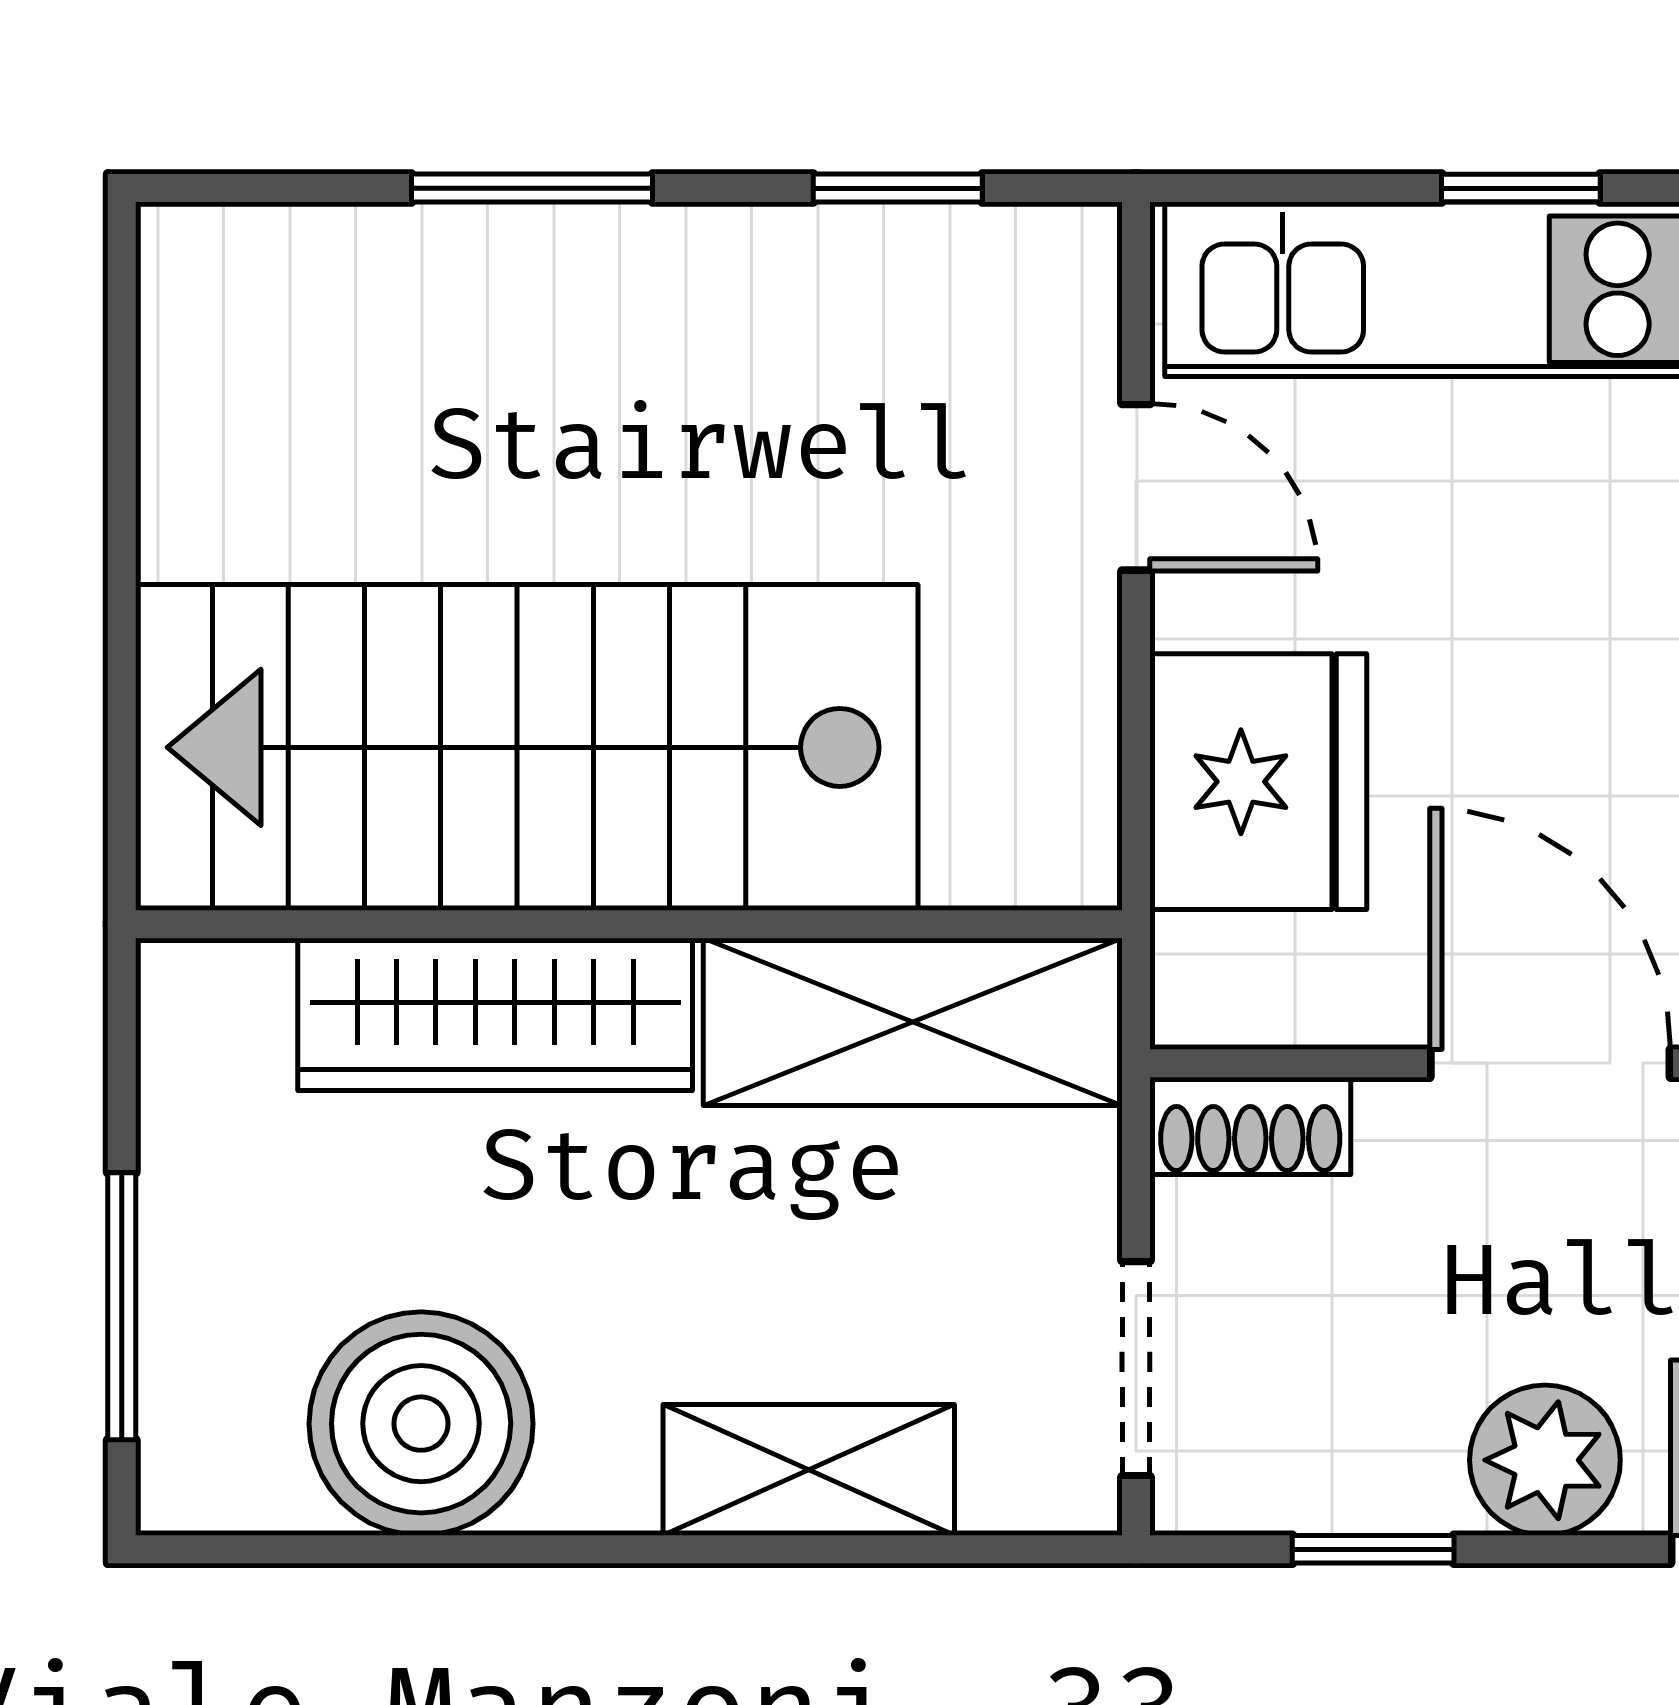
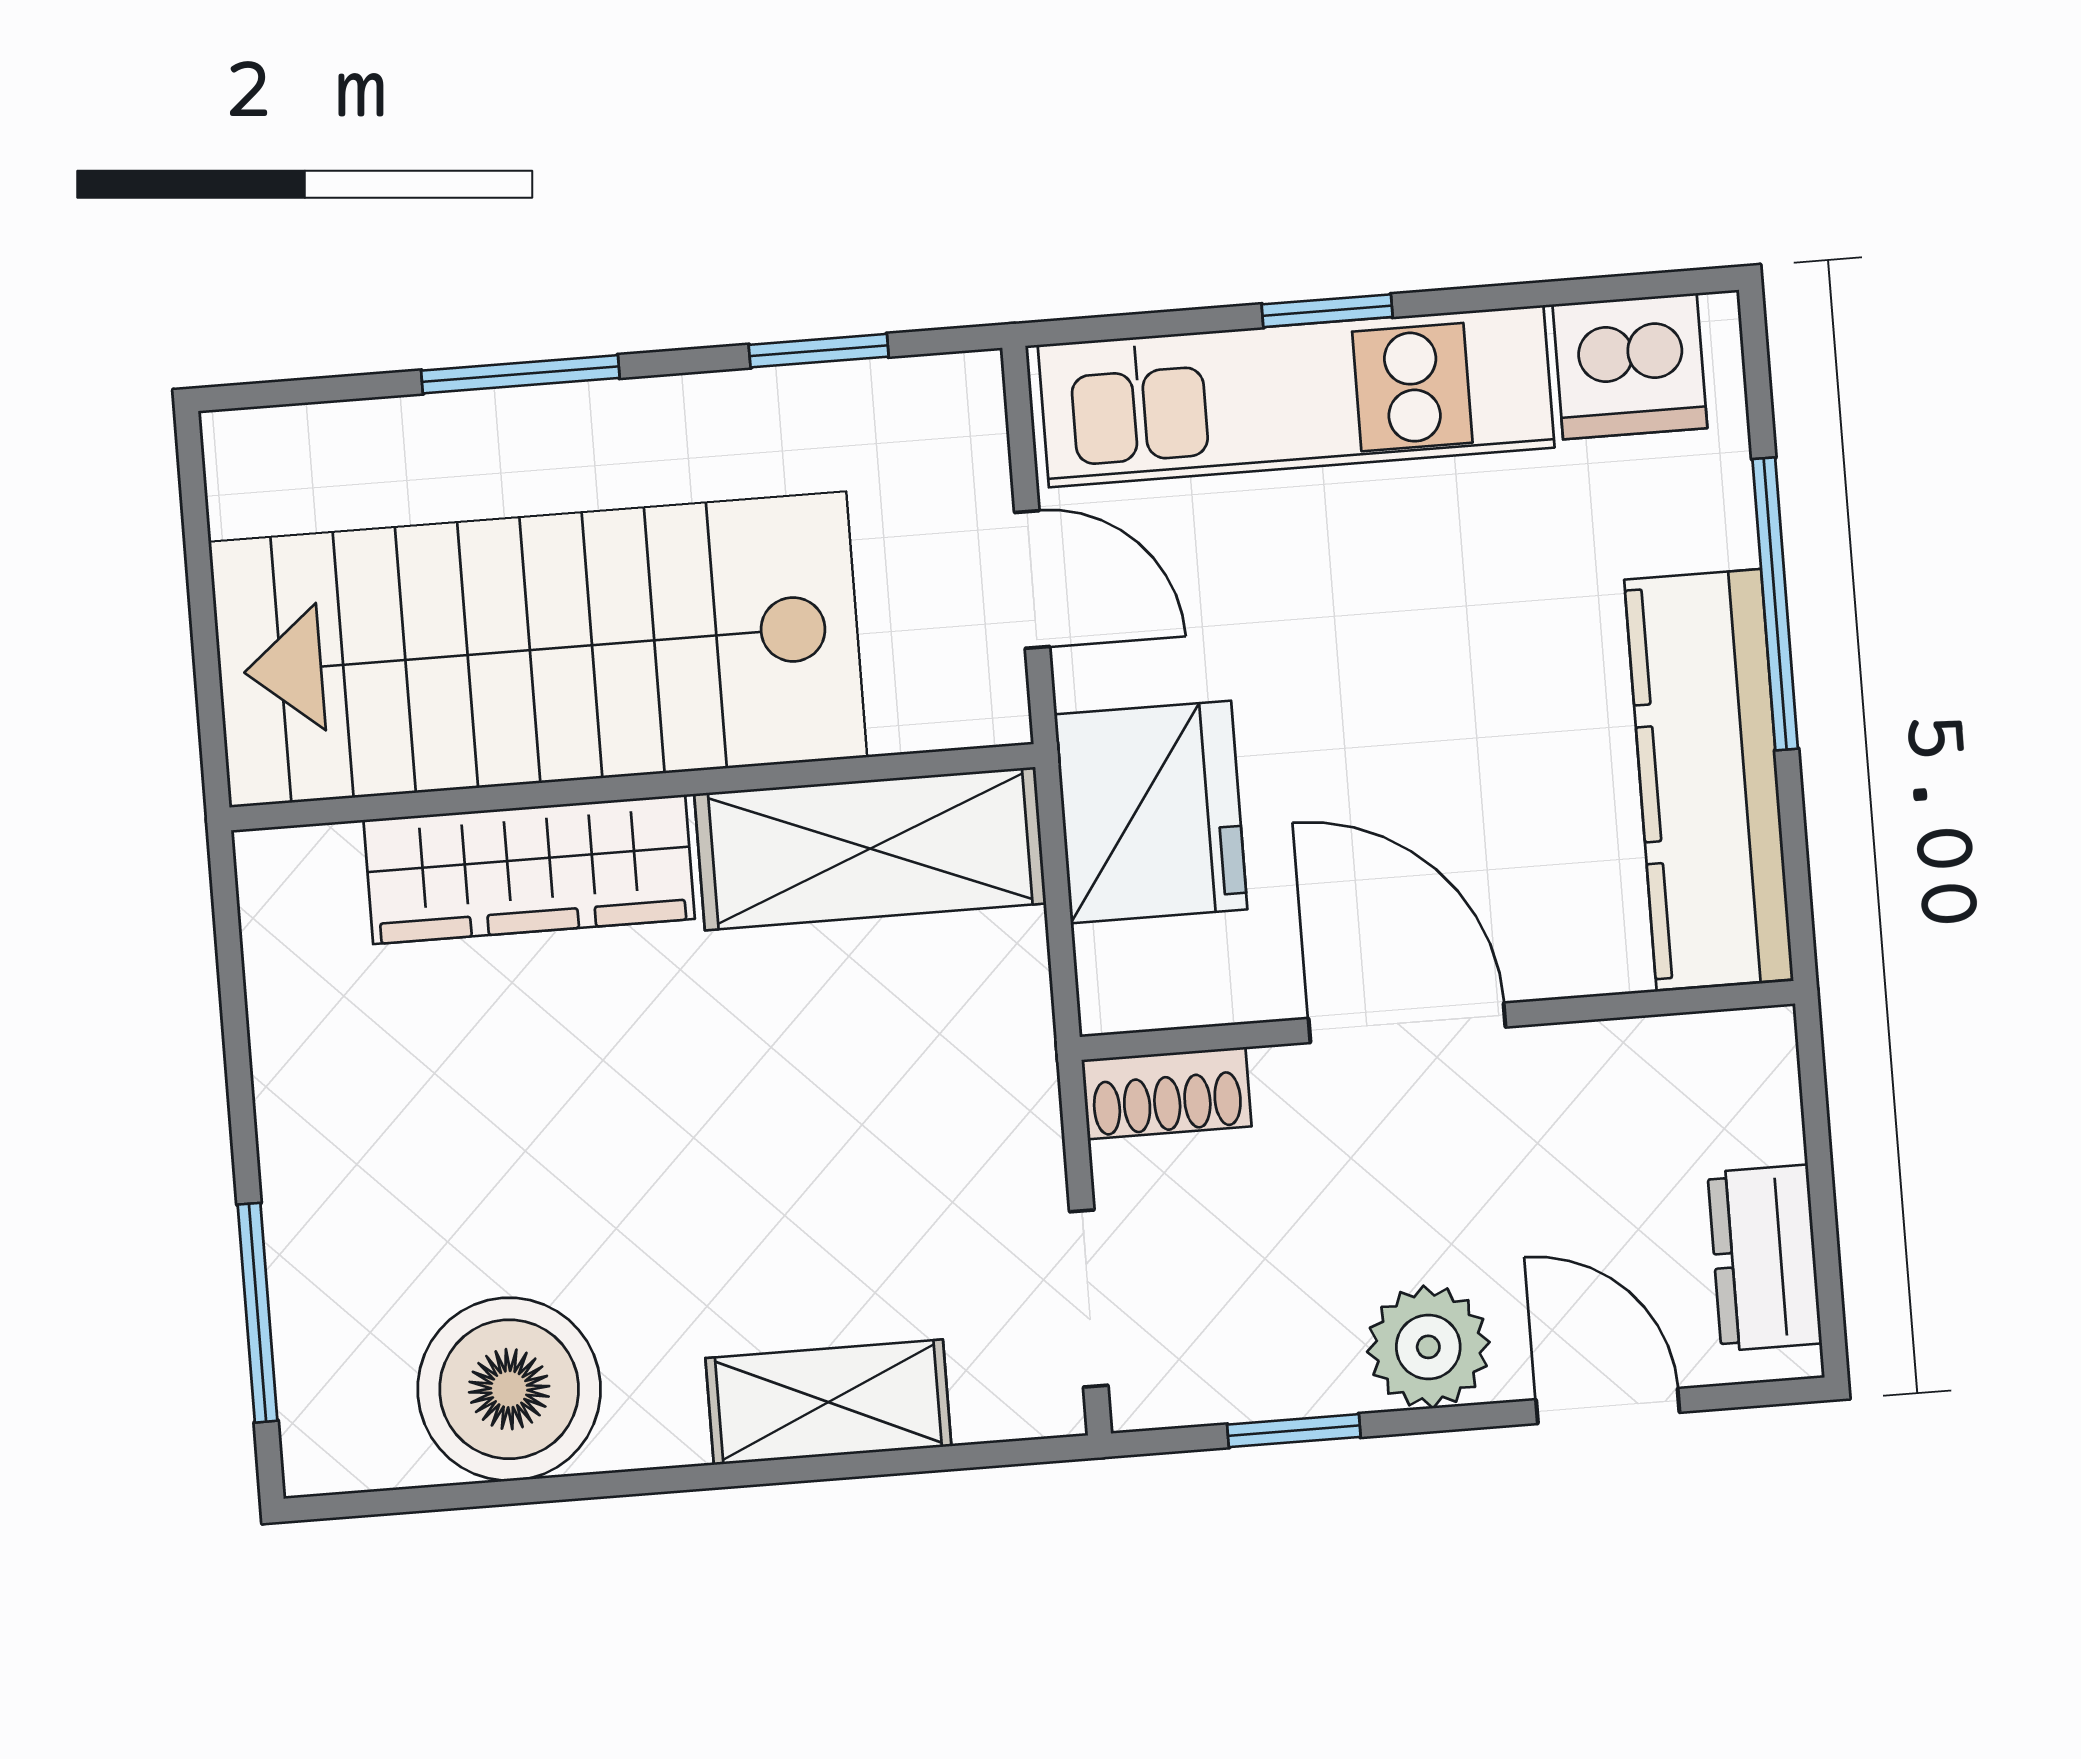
stairs: (527, 747) -> (538, 650), moved
wall: (629, 924) -> (632, 787), moved
wardrobe: (495, 1014) -> (529, 869), moved
shelving: (913, 1022) -> (870, 849), moved

